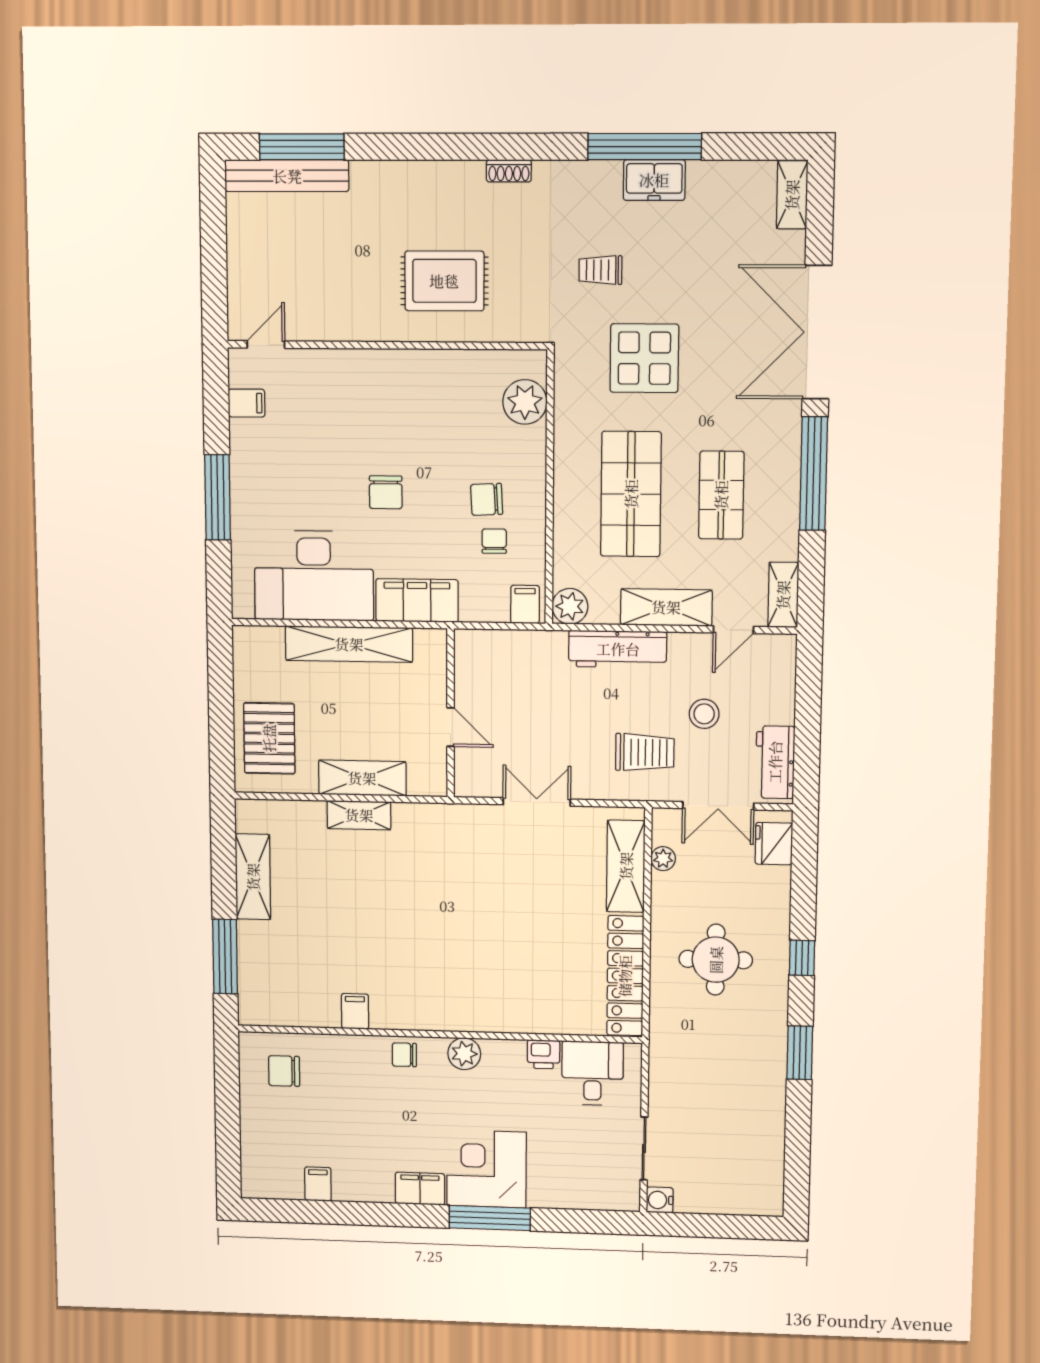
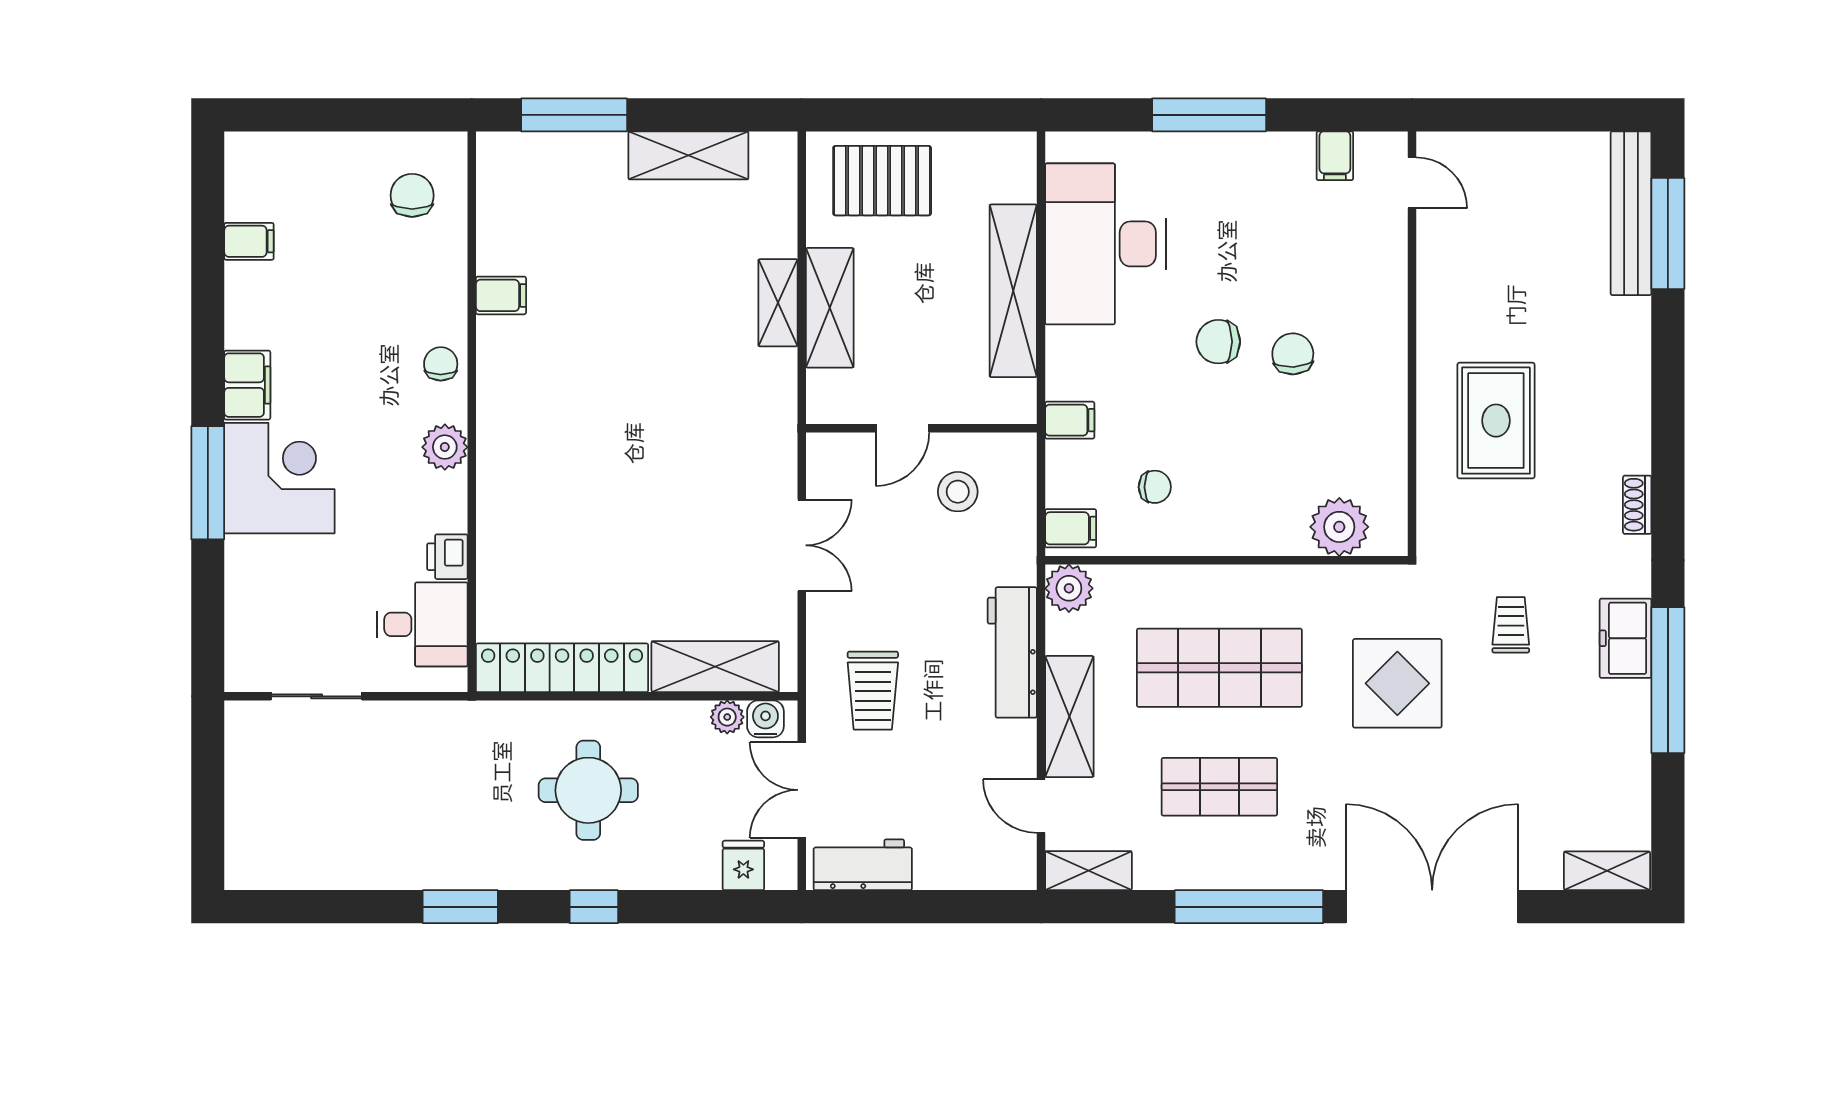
freezer: (654, 180) -> (1626, 638), moved
chair: (487, 499) -> (1293, 354), moved
filing cabinet: (417, 600) -> (1070, 420), width x0.33, depth x0.86
stool: (704, 714) -> (958, 492), moved
fridge: (774, 844) -> (743, 865), width x0.72
water cooler: (660, 1200) -> (765, 719), moved

